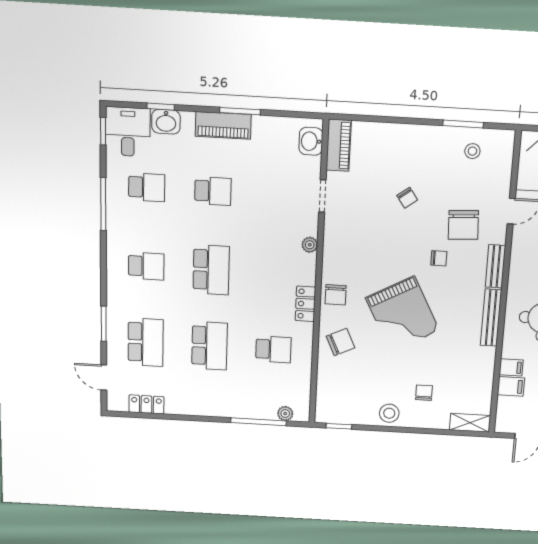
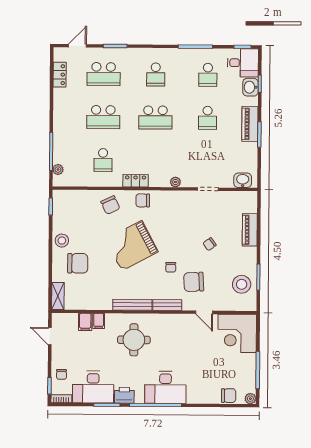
piano: (339, 145) -> (250, 230), moved, turned 90
stool: (472, 151) -> (242, 284), width x1.89, depth x1.89
chair: (424, 393) -> (78, 263), width x1.87, depth x1.87

